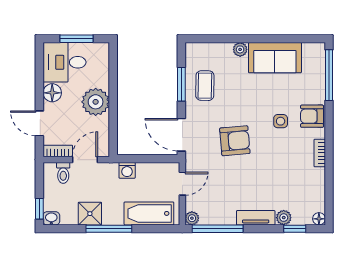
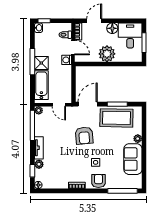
coffee table: (205, 86) -> (116, 118), width x1.86, depth x1.72
washing machine: (127, 170) -> (67, 60), moved
shower: (90, 214) -> (41, 63), moved

